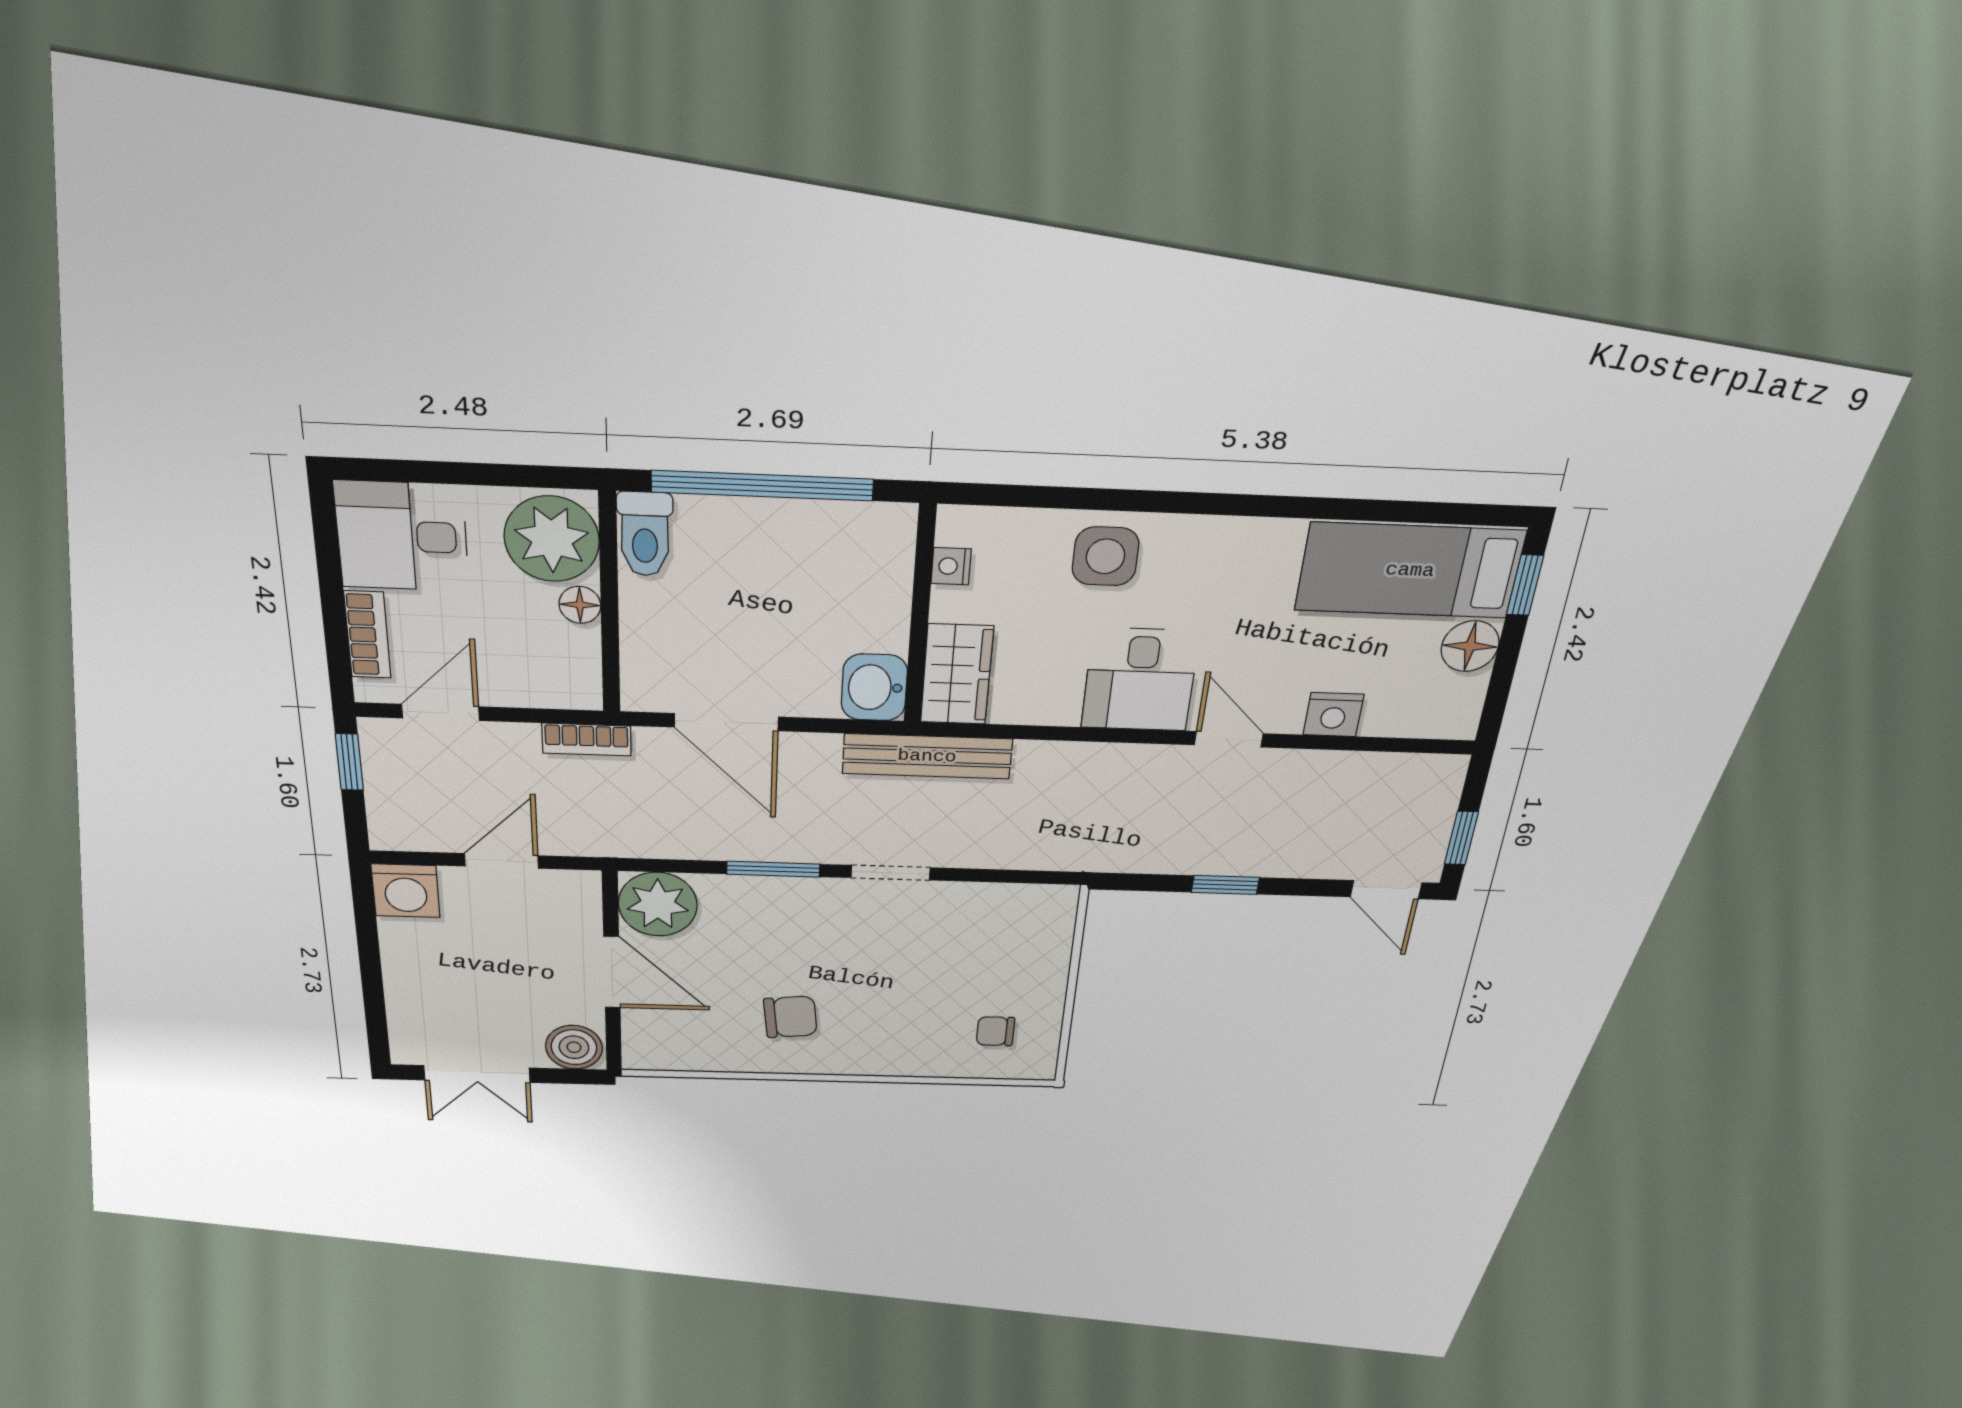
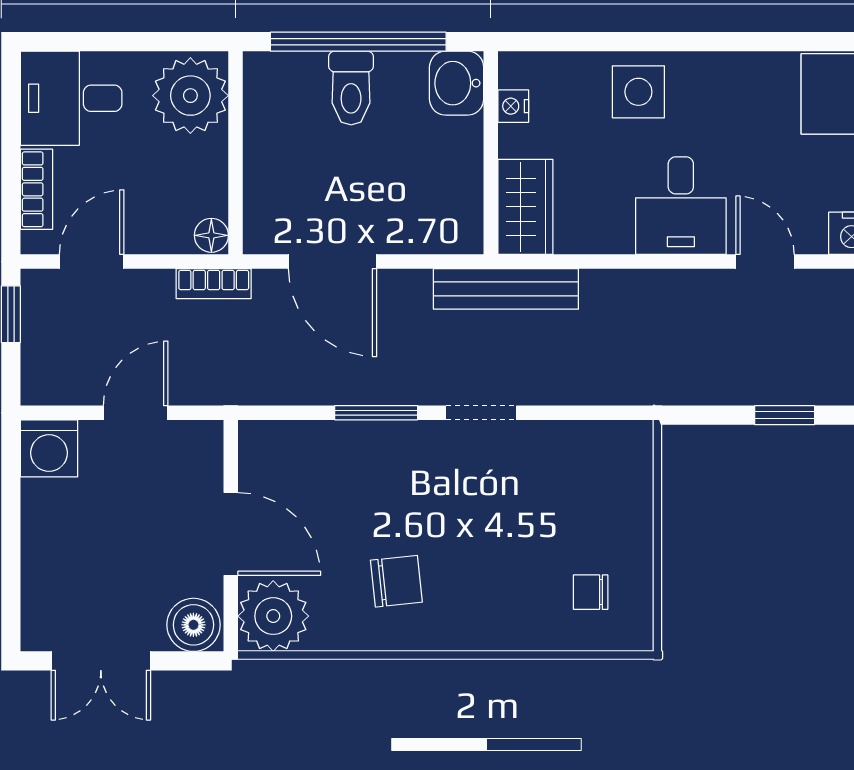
toilet: (645, 534) -> (351, 88), moved
floor lamp: (580, 605) -> (211, 235), moved
washbasin: (874, 687) -> (457, 83), moved
plant: (658, 904) -> (273, 616), moved

